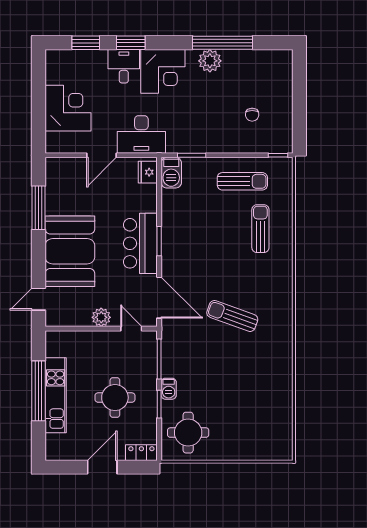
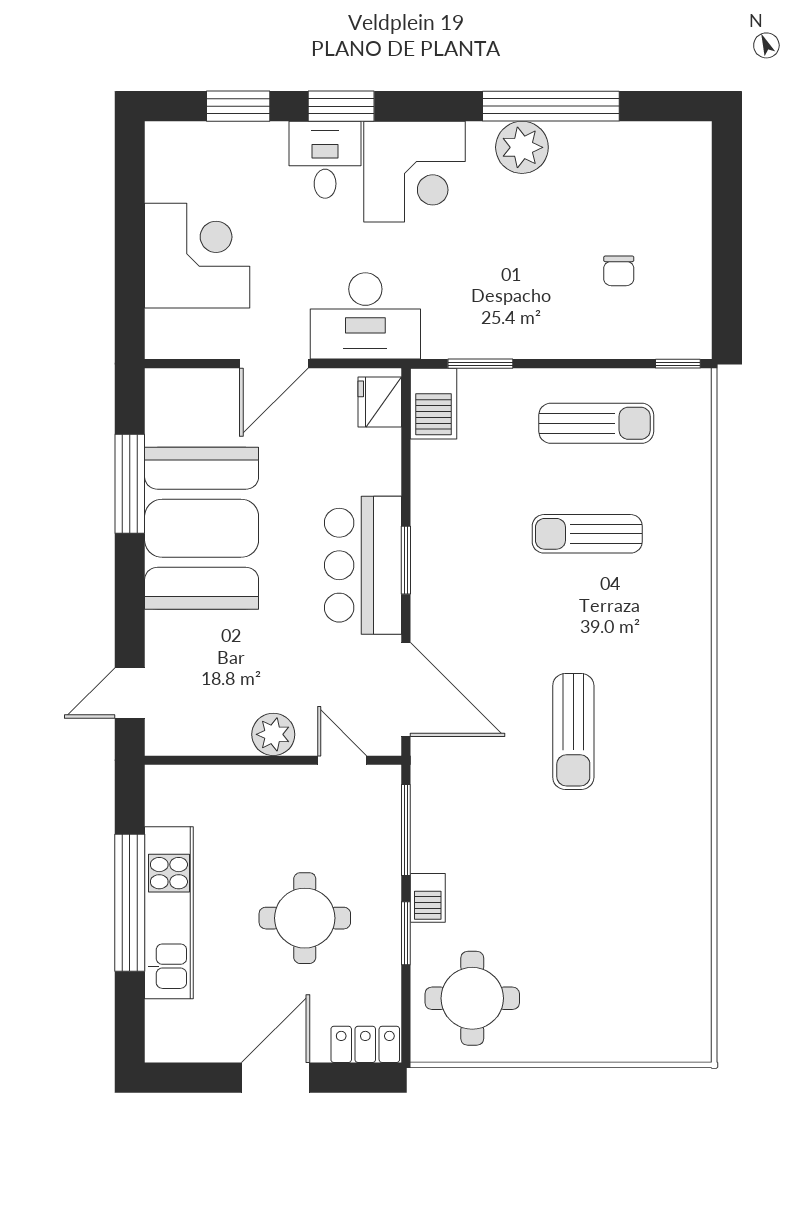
sun lounger: (260, 229) -> (587, 534), moved, turned -90
booth: (70, 251) -> (202, 528), moved
sun lounger: (232, 316) -> (573, 731), turned -110

